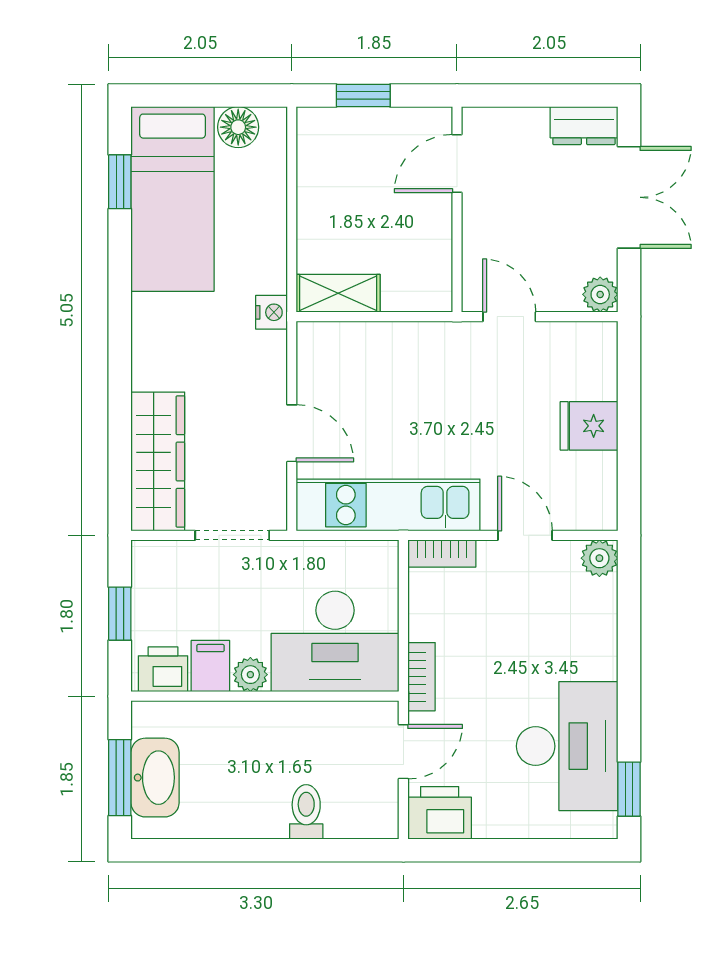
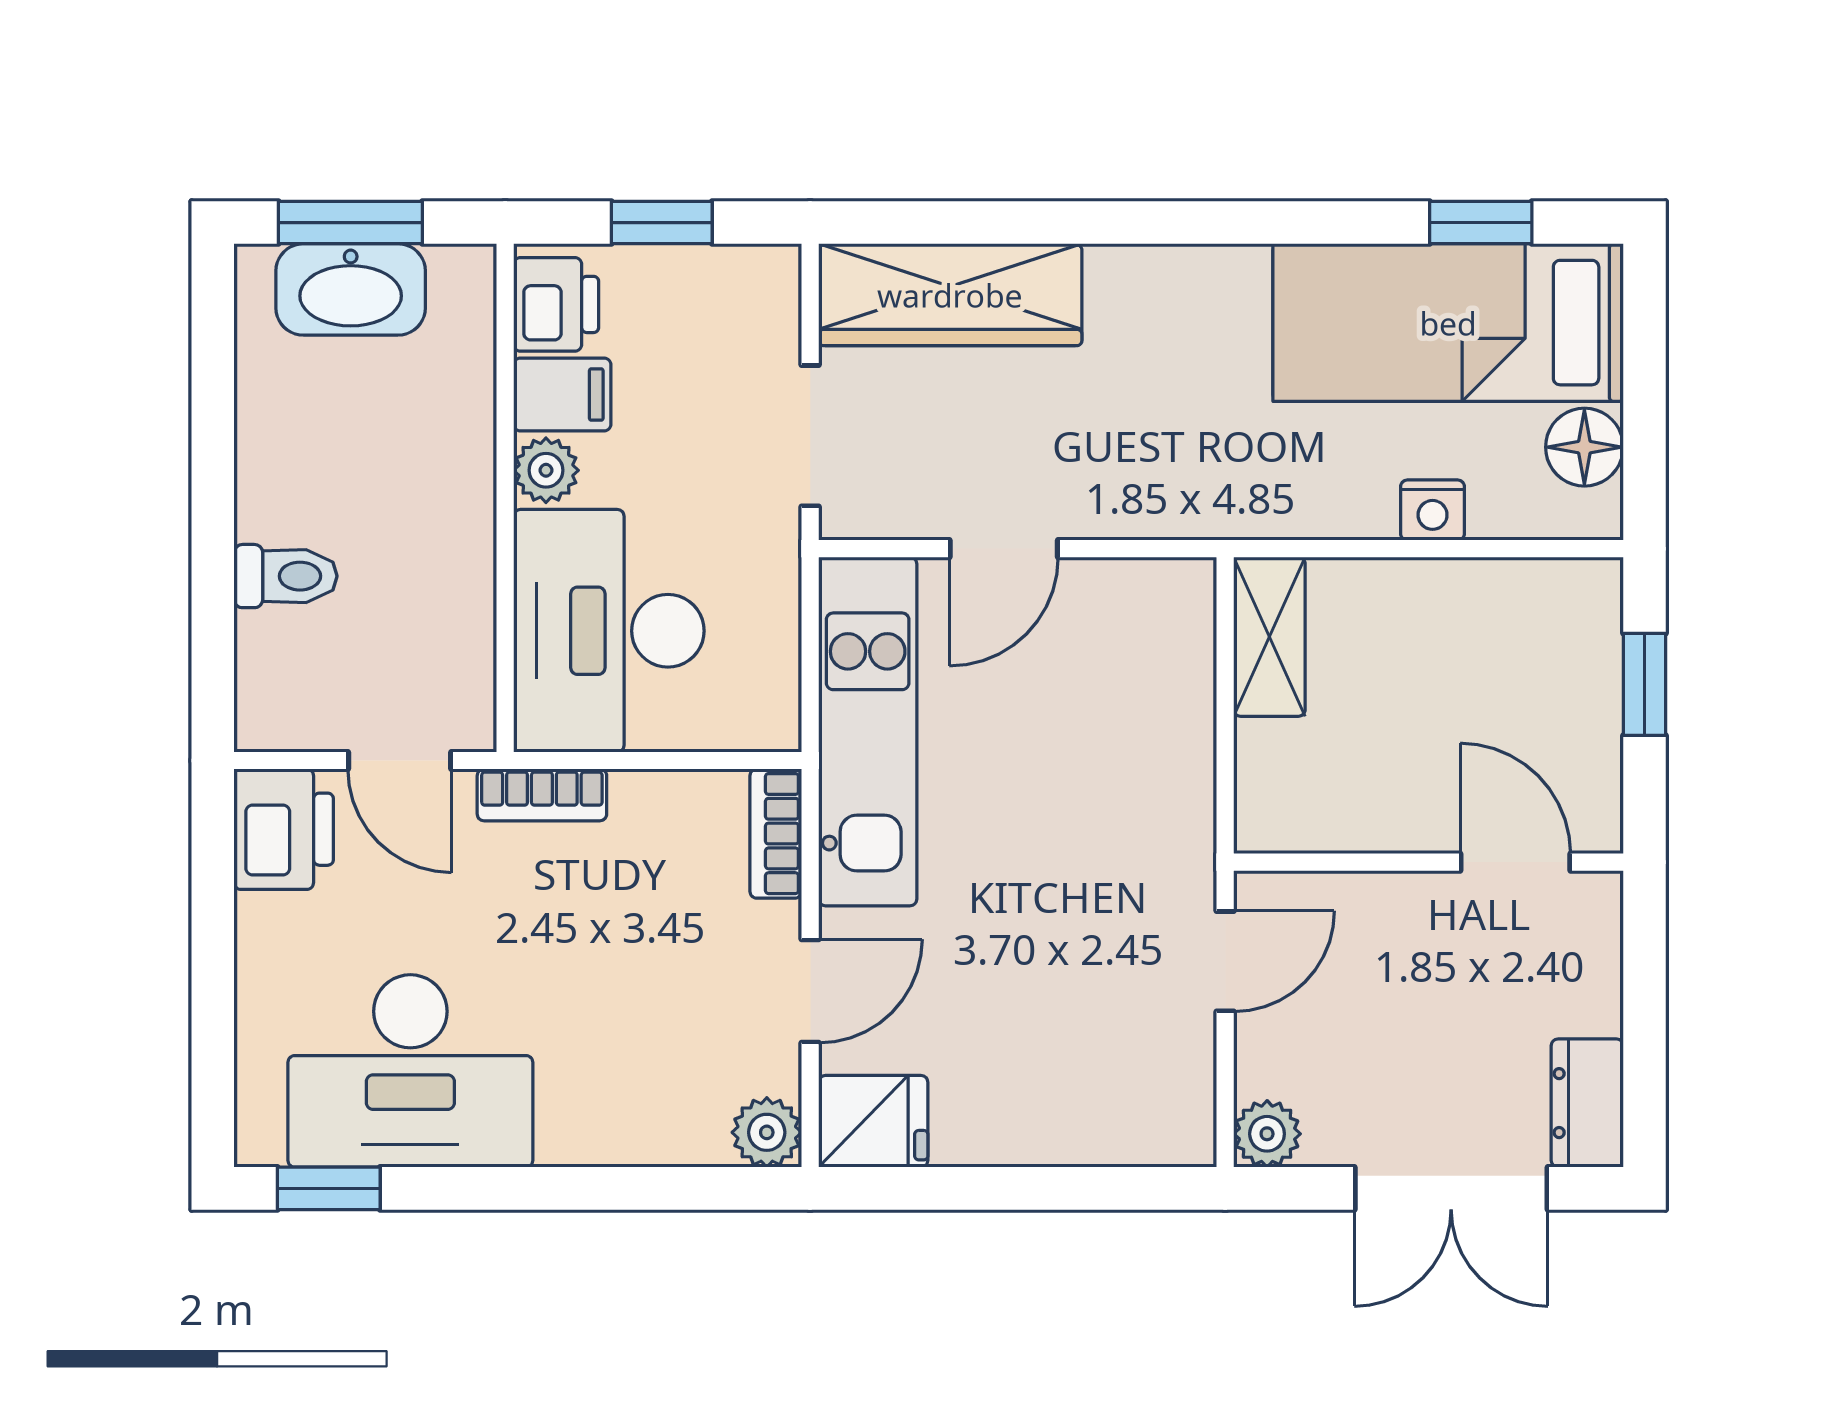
nightstand: (271, 312) -> (1433, 510), moved
fridge: (589, 426) -> (873, 1121), moved, turned 90

